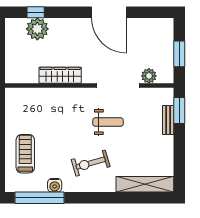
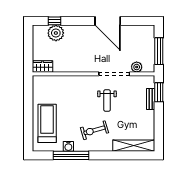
window: (179, 54) -> (159, 51), width x1.44
wardrobe: (60, 75) -> (43, 67), moved, width x0.67
weight bench: (108, 122) -> (107, 100), turned 90
treadmill: (25, 154) -> (47, 123), width x1.37, depth x1.38
window: (40, 198) -> (71, 155), moved

